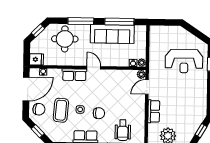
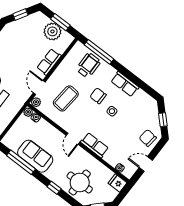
window: (81, 21) -> (54, 188), width x0.46
sofa: (112, 34) -> (35, 156), width x0.73
door: (147, 87) -> (39, 87), swing flipped
door: (26, 89) -> (146, 164), width x0.53
coffee table: (61, 110) -> (66, 98), moved

